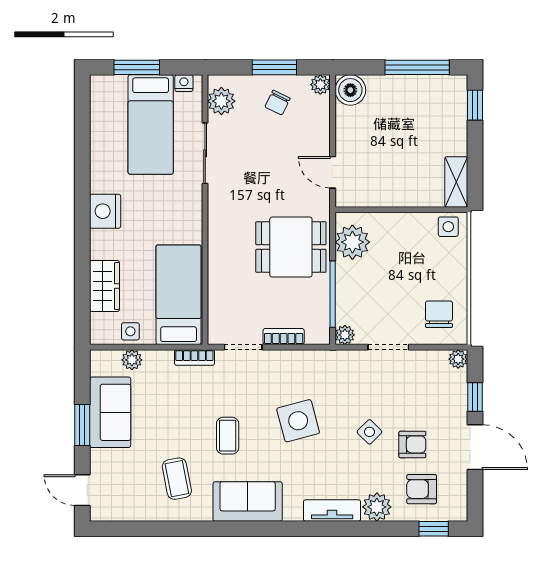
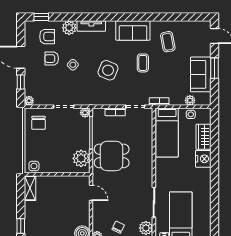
nightstand: (105, 211) -> (203, 159), moved
side table: (298, 421) -> (108, 70), turned 38

